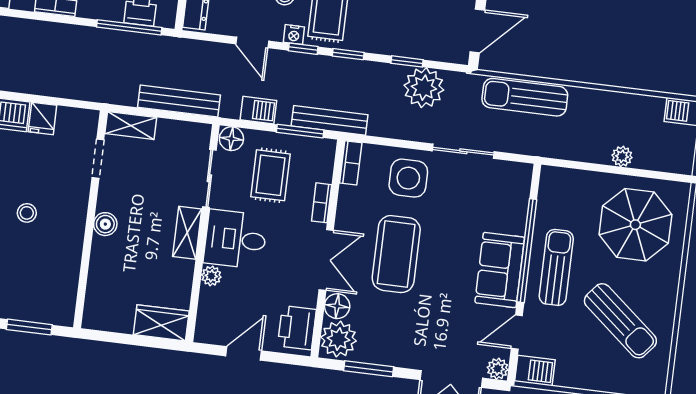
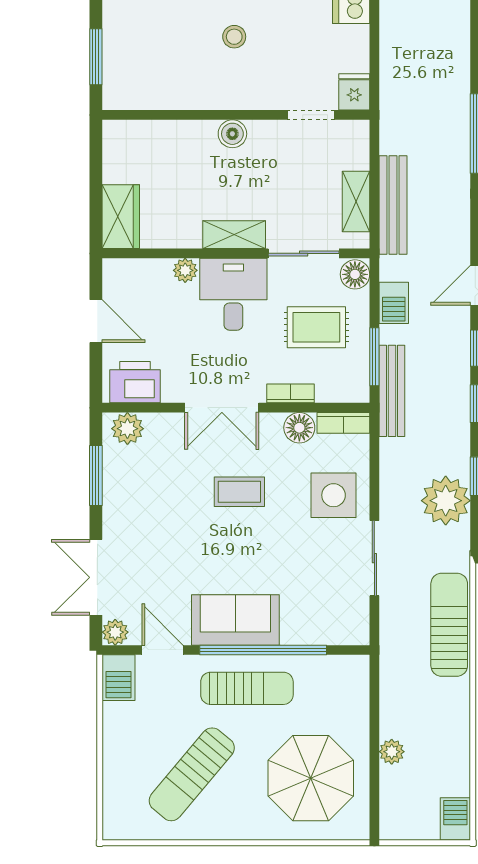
fridge: (42, 118) -> (354, 92), moved, turned 90
shelving: (131, 125) -> (356, 201), moved
coffee table: (396, 254) -> (239, 492), width x0.54, depth x0.58
floor lamp: (337, 306) -> (299, 428), moved
plant: (338, 339) -> (127, 429), width x0.73, depth x0.73

